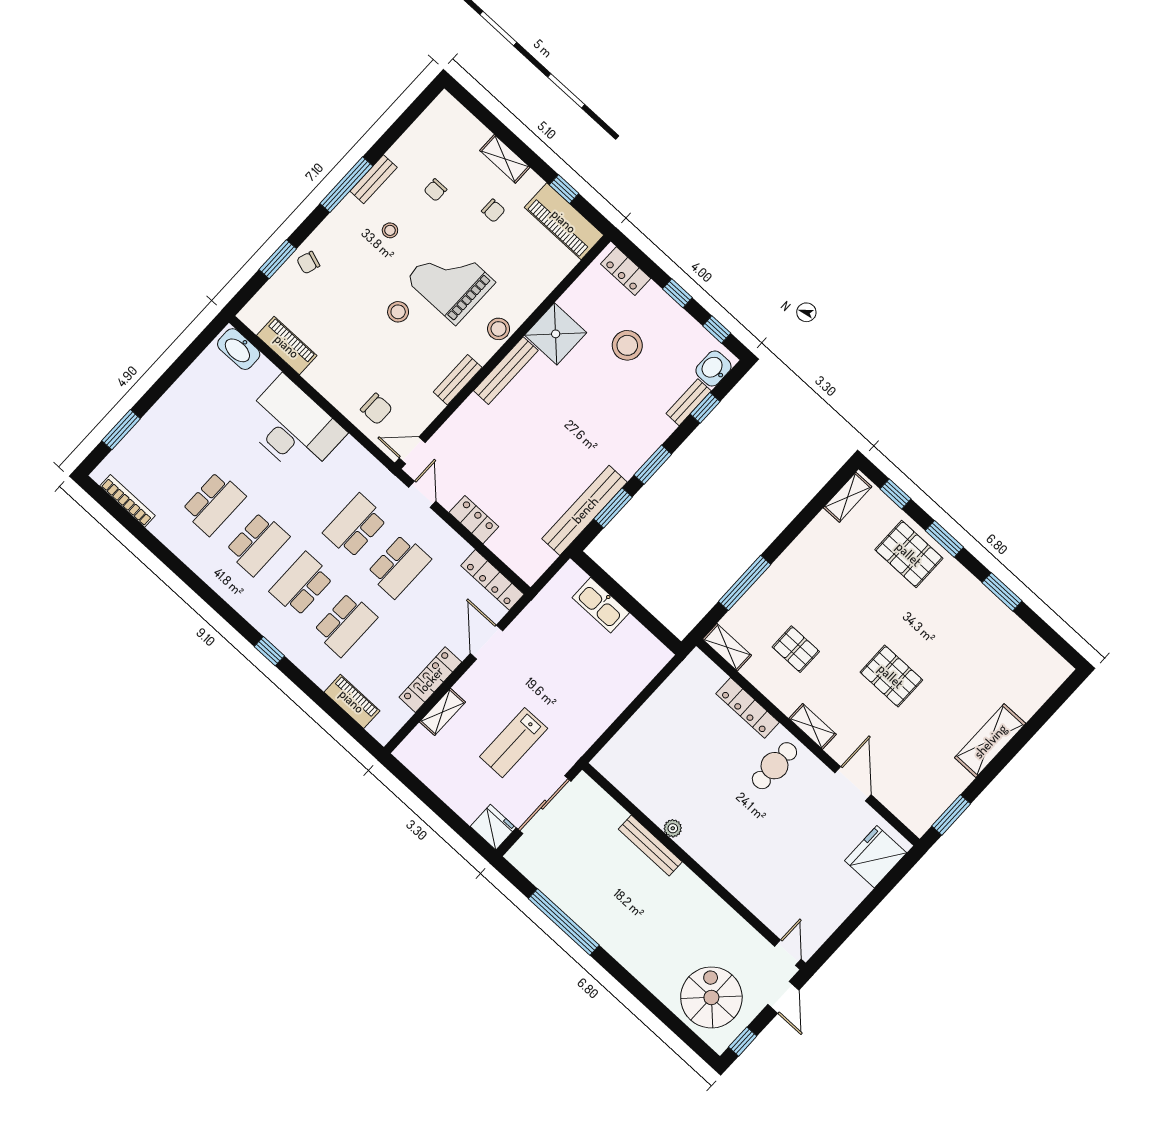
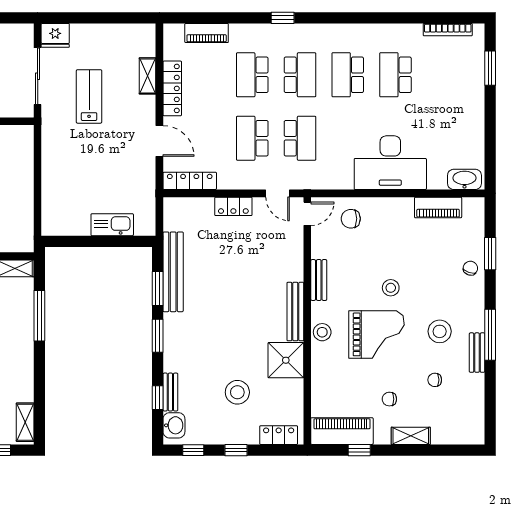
chair: (435, 190) -> (435, 380), turned -90
stool: (390, 230) -> (440, 331), width x1.89, depth x1.89

